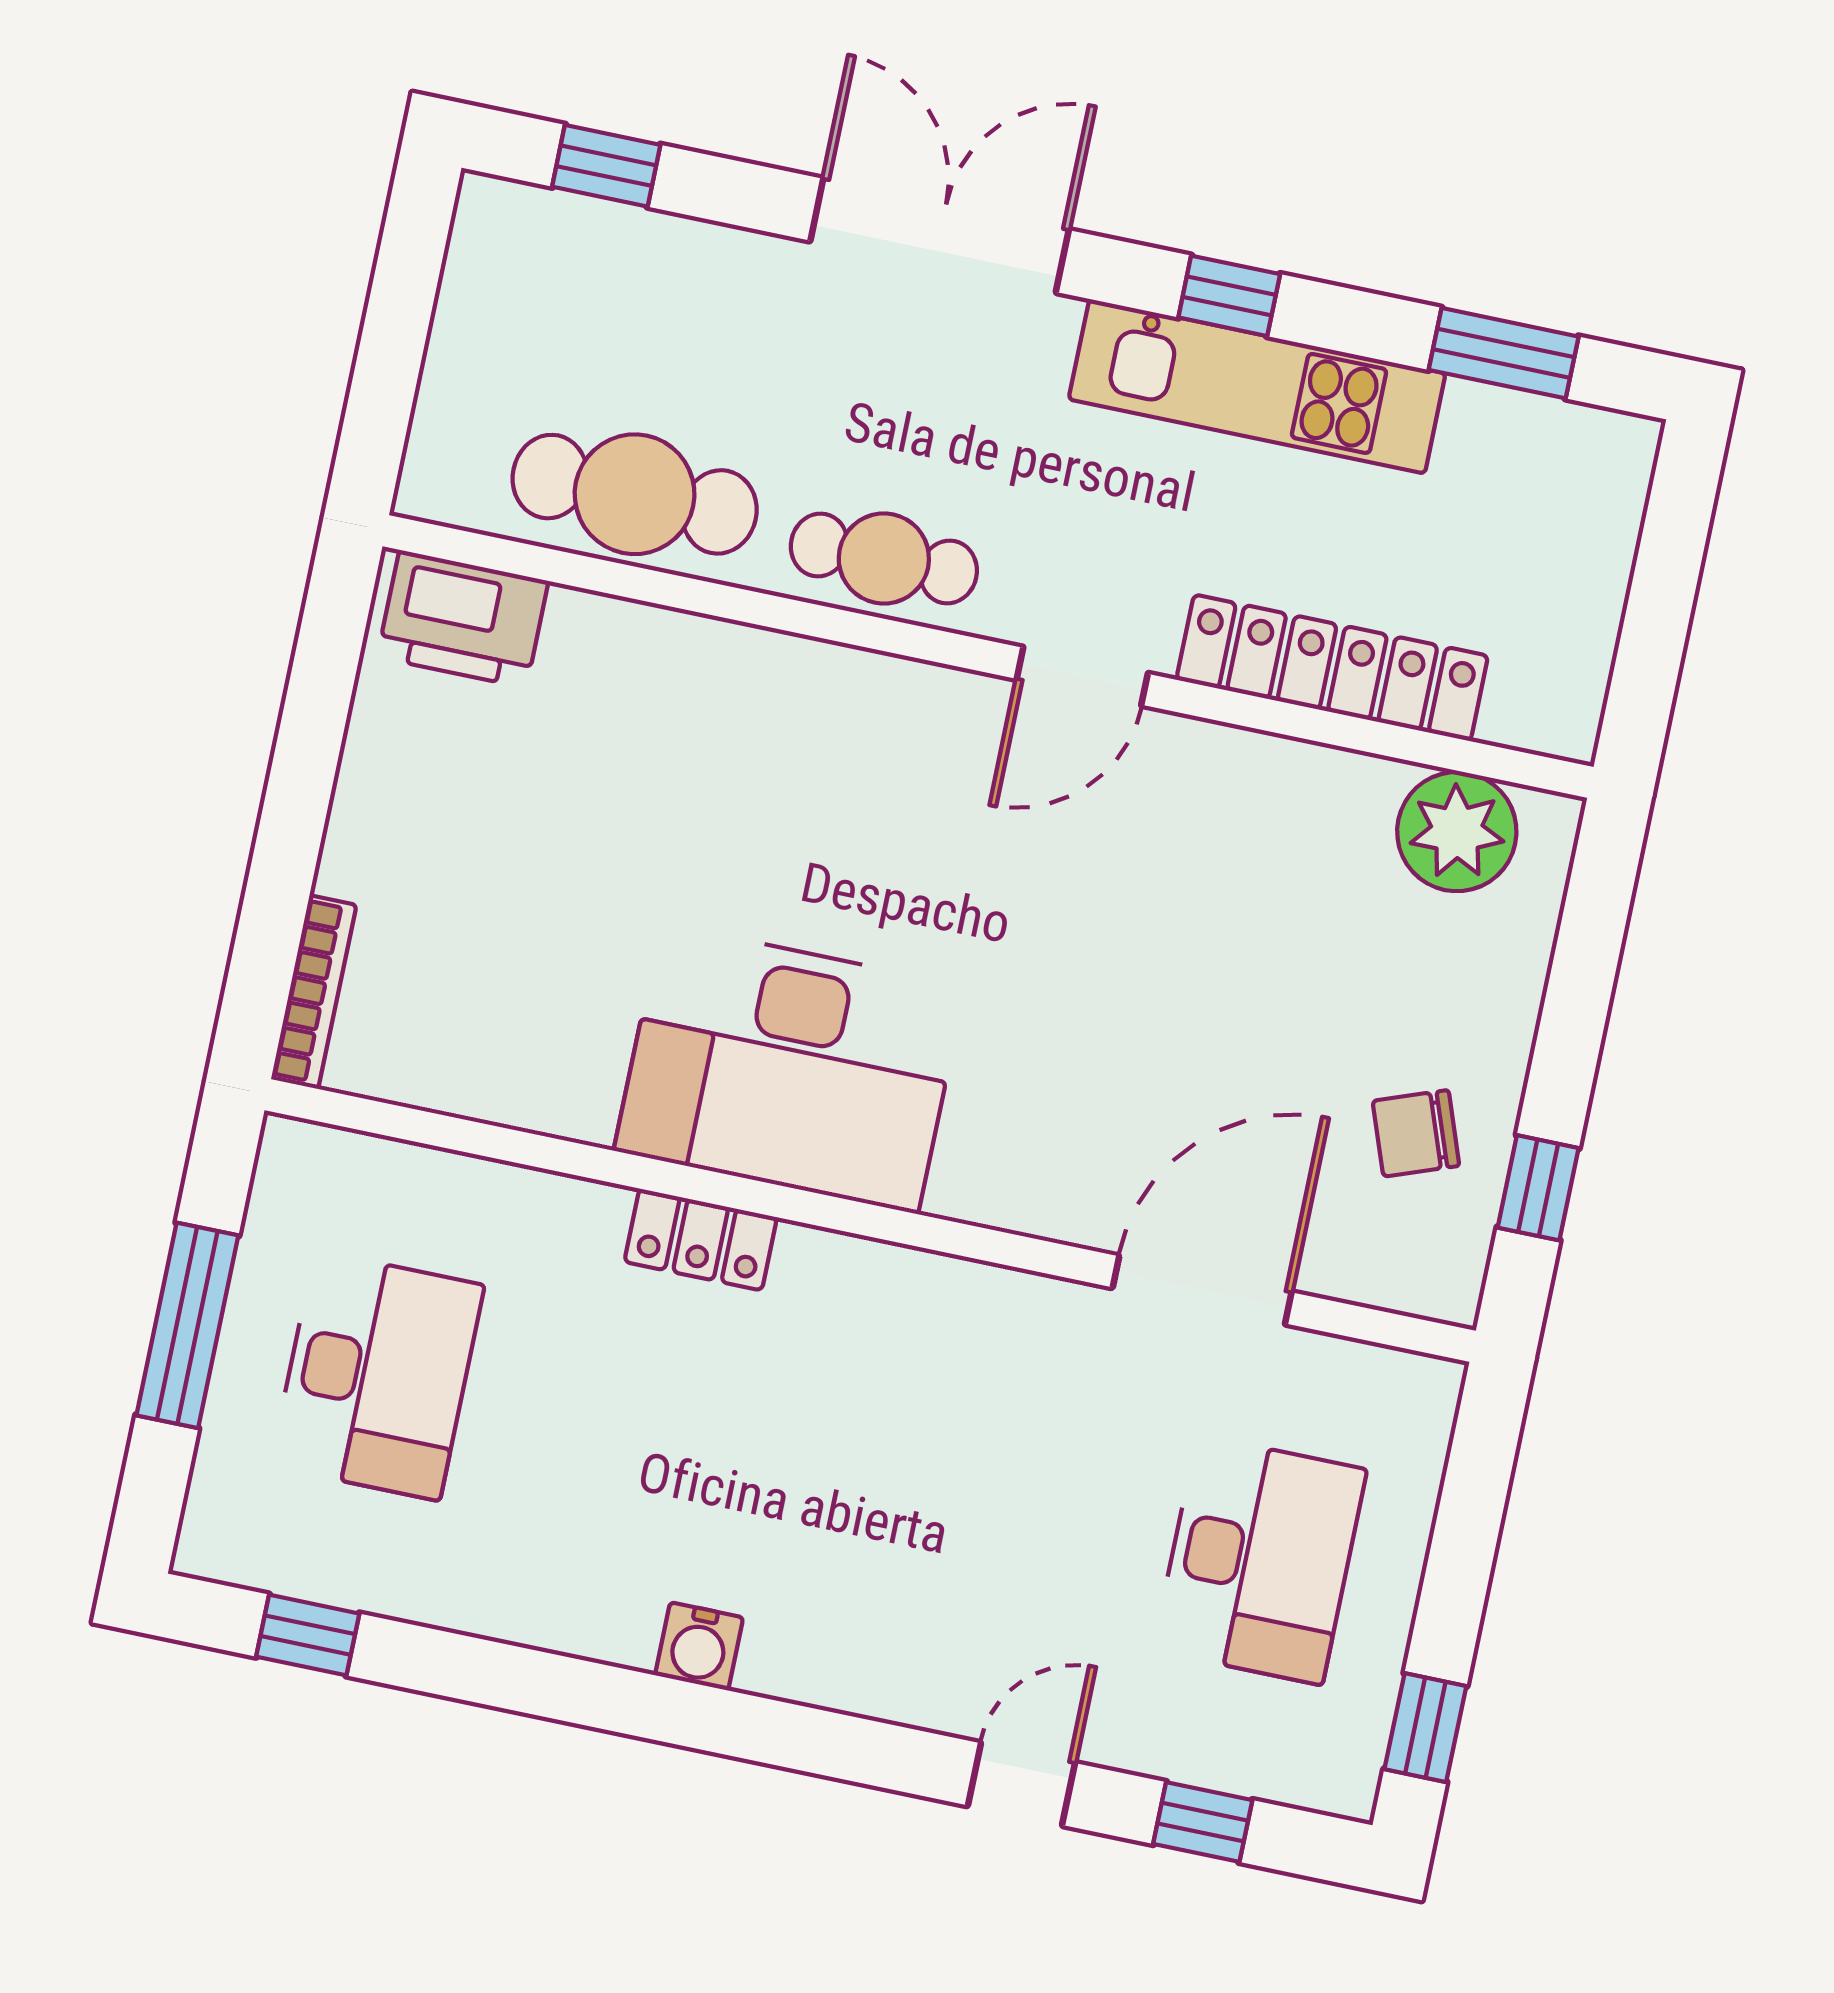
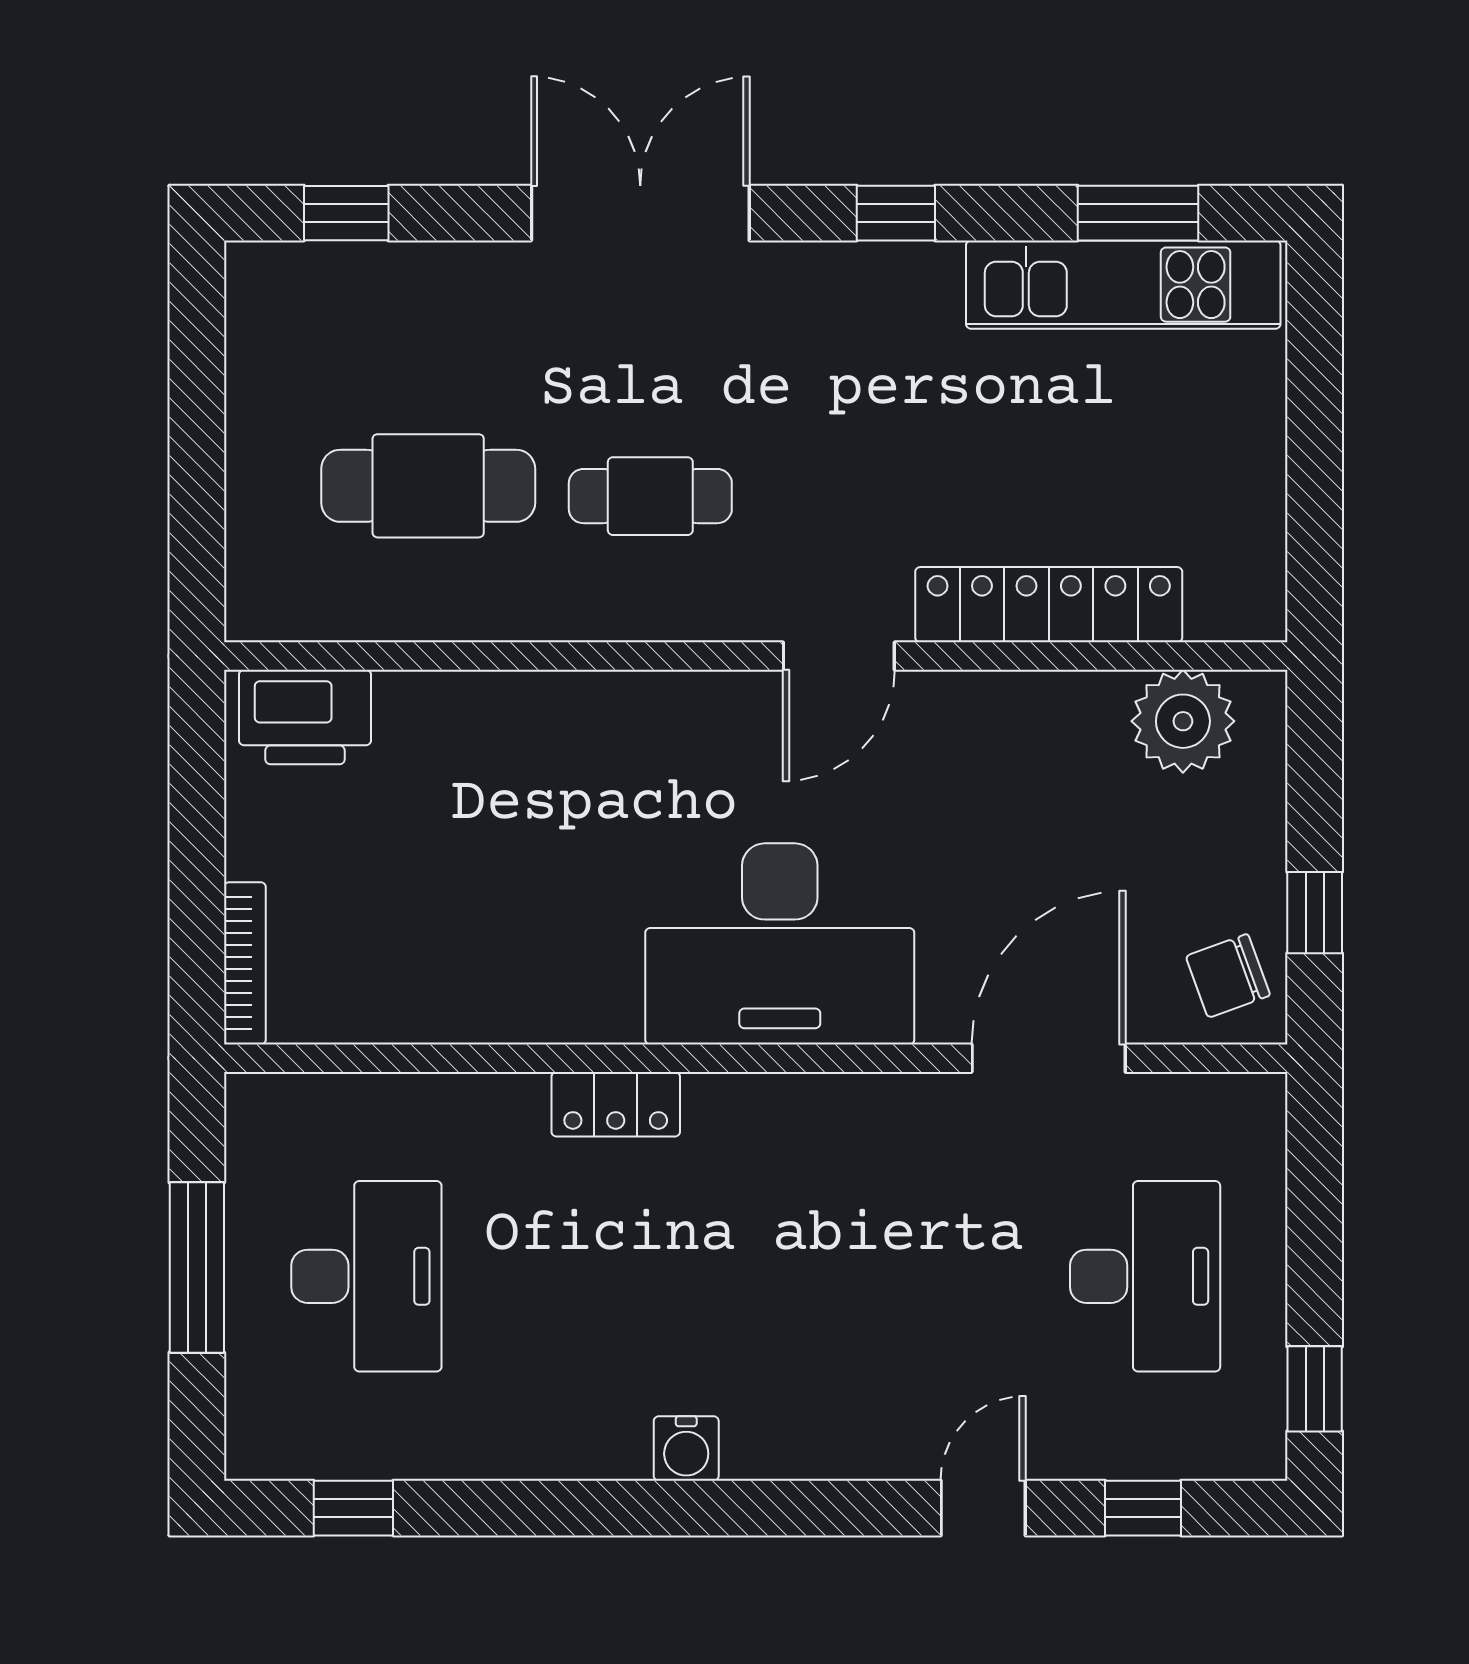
kitchen unit: (1257, 386) -> (1123, 285), moved
printer: (463, 619) -> (305, 717), moved
wall: (988, 657) -> (756, 656), moved
locker: (1332, 668) -> (1049, 605), moved
door: (1082, 676) -> (839, 656), moved
plant: (1457, 832) -> (1183, 721), moved
desk: (790, 1068) -> (780, 944), moved
chair: (1416, 1133) -> (1228, 976), moved

